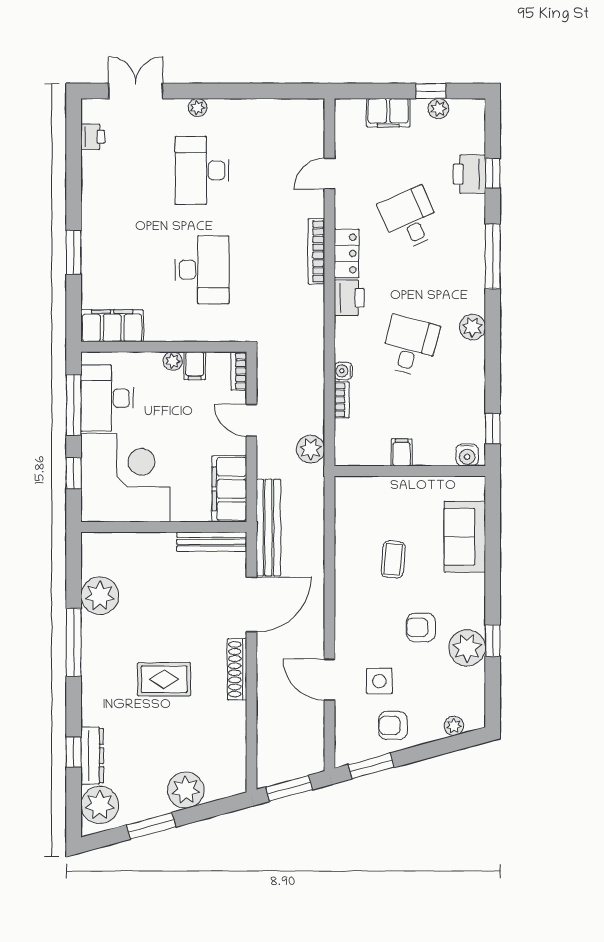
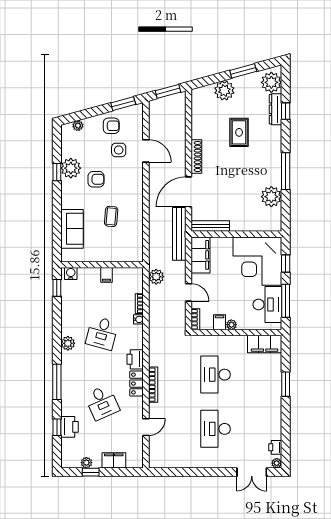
plant: (198, 108) -> (277, 463), moved
desk: (202, 170) -> (216, 429), turned 180
rug: (164, 679) -> (239, 132), moved, turned 90

